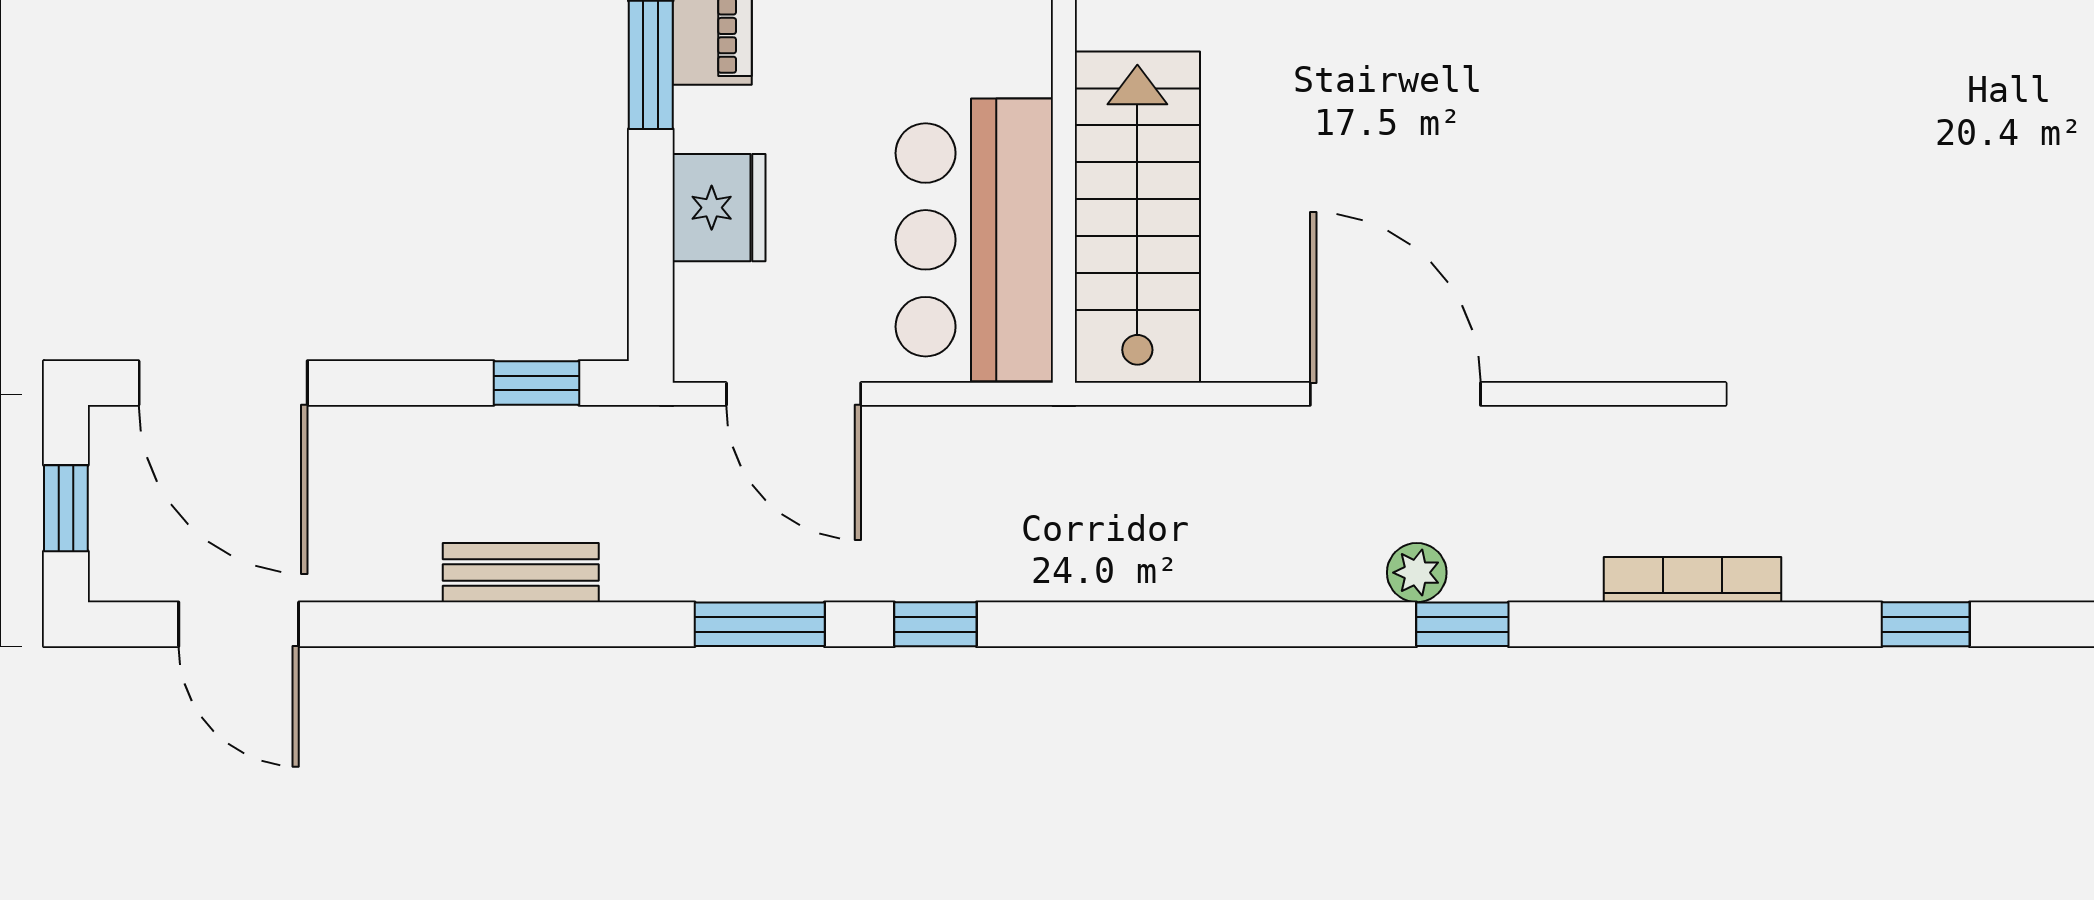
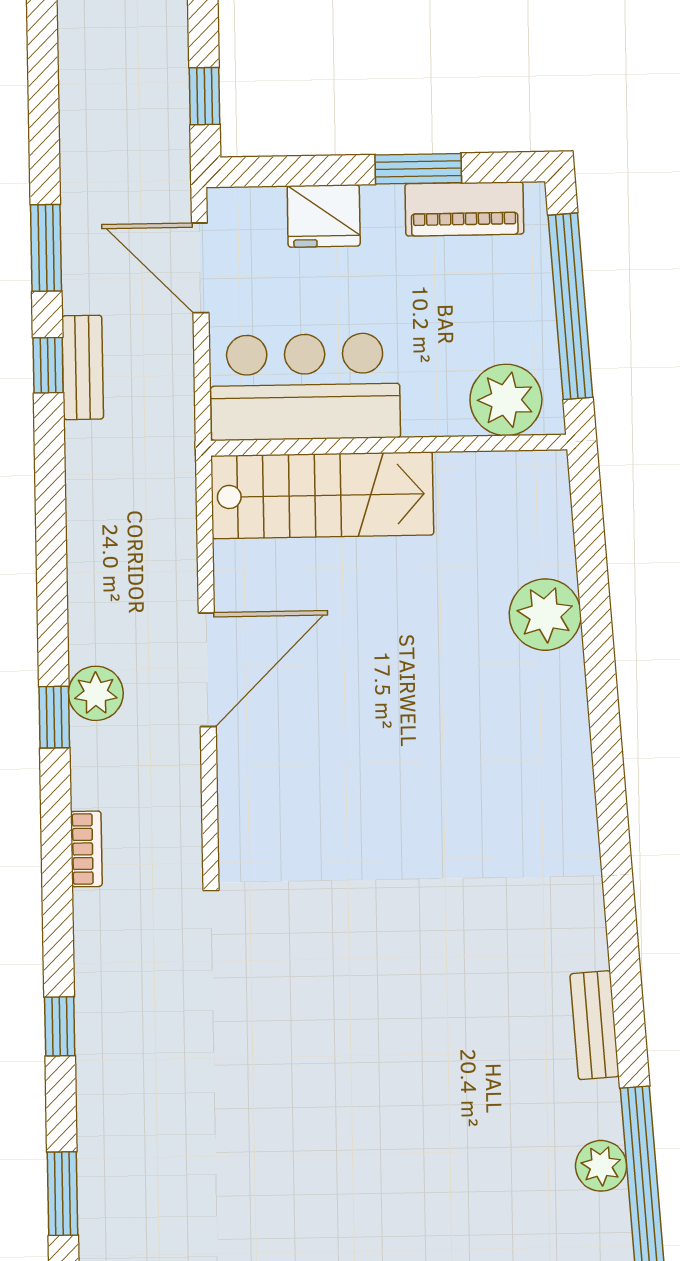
door: (794, 394) -> (200, 268), hinge flipped
bench: (521, 573) -> (83, 367), moved
plant: (1417, 573) -> (96, 693), width x1.38, depth x1.38
bookcase: (1692, 580) -> (86, 849), width x0.64

